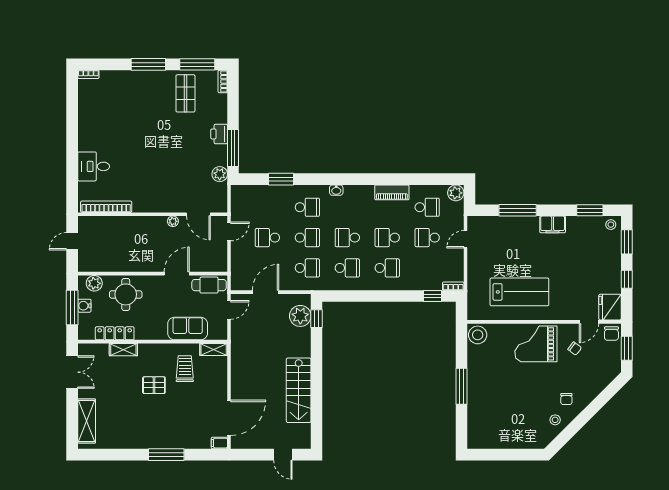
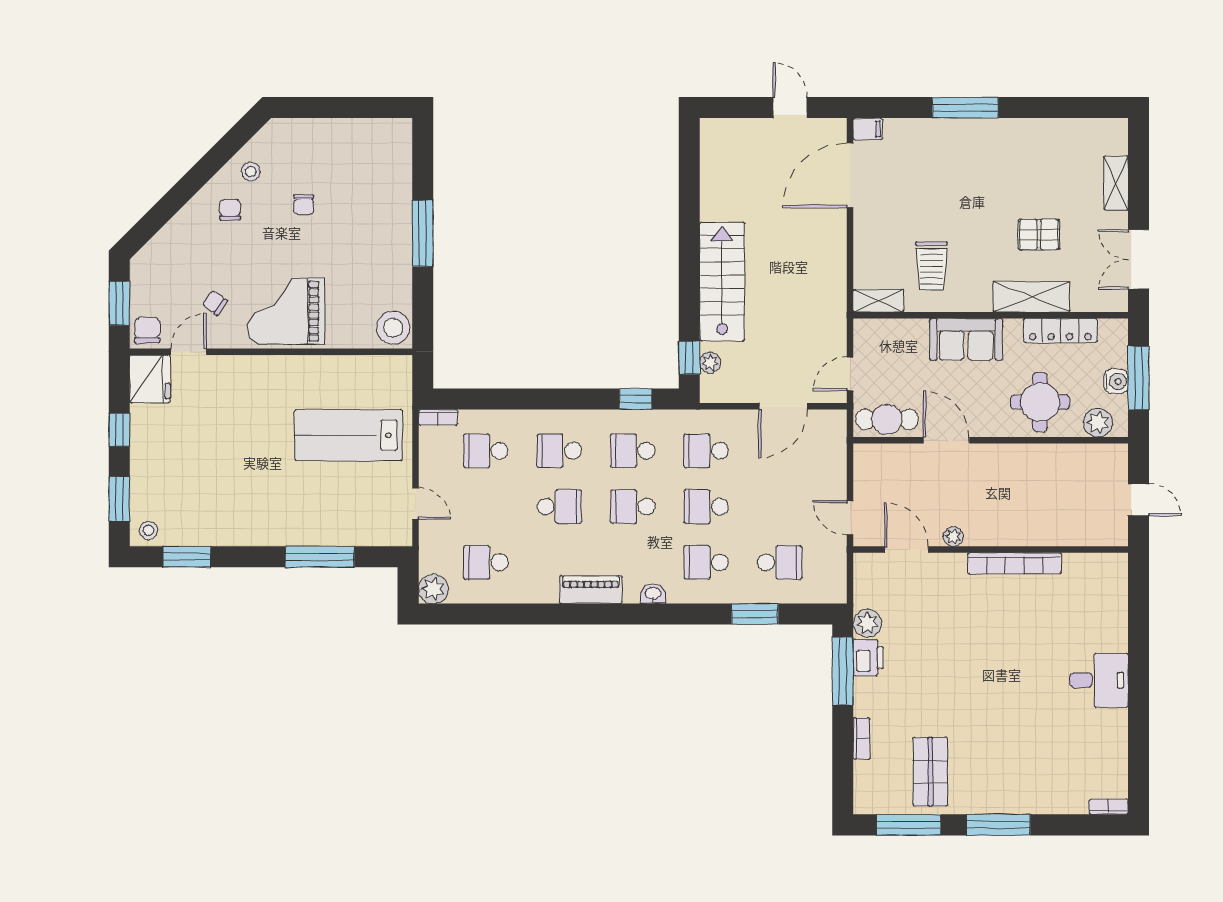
bookcase: (223, 81) -> (862, 738), moved
printer: (219, 134) -> (868, 658), moved
desk: (94, 166) -> (1099, 680), moved
piano: (392, 192) -> (591, 590), moved
bookcase: (106, 207) -> (1015, 563), moved
filing cabinet: (553, 224) -> (255, 531), removed
door: (229, 231) -> (850, 518), hinge flipped
school desk: (267, 238) -> (780, 562), moved
school desk: (347, 238) -> (633, 507), turned 180
school desk: (427, 238) -> (486, 451), moved, turned 180
door: (466, 239) -> (415, 504), hinge flipped
door: (72, 241) -> (1139, 500), hinge flipped
door: (177, 274) -> (946, 440), swing flipped
lab bench: (519, 292) -> (349, 435), moved
window: (432, 296) -> (635, 399), moved
plant: (300, 316) -> (710, 363), width x0.53, depth x0.53
sofa: (188, 329) -> (966, 339), moved
grand piano: (536, 344) -> (286, 311), turned 180
shelving: (123, 350) -> (1031, 297), width x1.50, depth x1.33
pallet: (154, 385) -> (1039, 235), moved
stairs: (299, 390) -> (722, 281), moved
chair: (526, 402) -> (304, 205), added
shelving: (87, 421) -> (1116, 183), width x0.67, depth x0.75
door: (283, 455) -> (790, 108), moved

